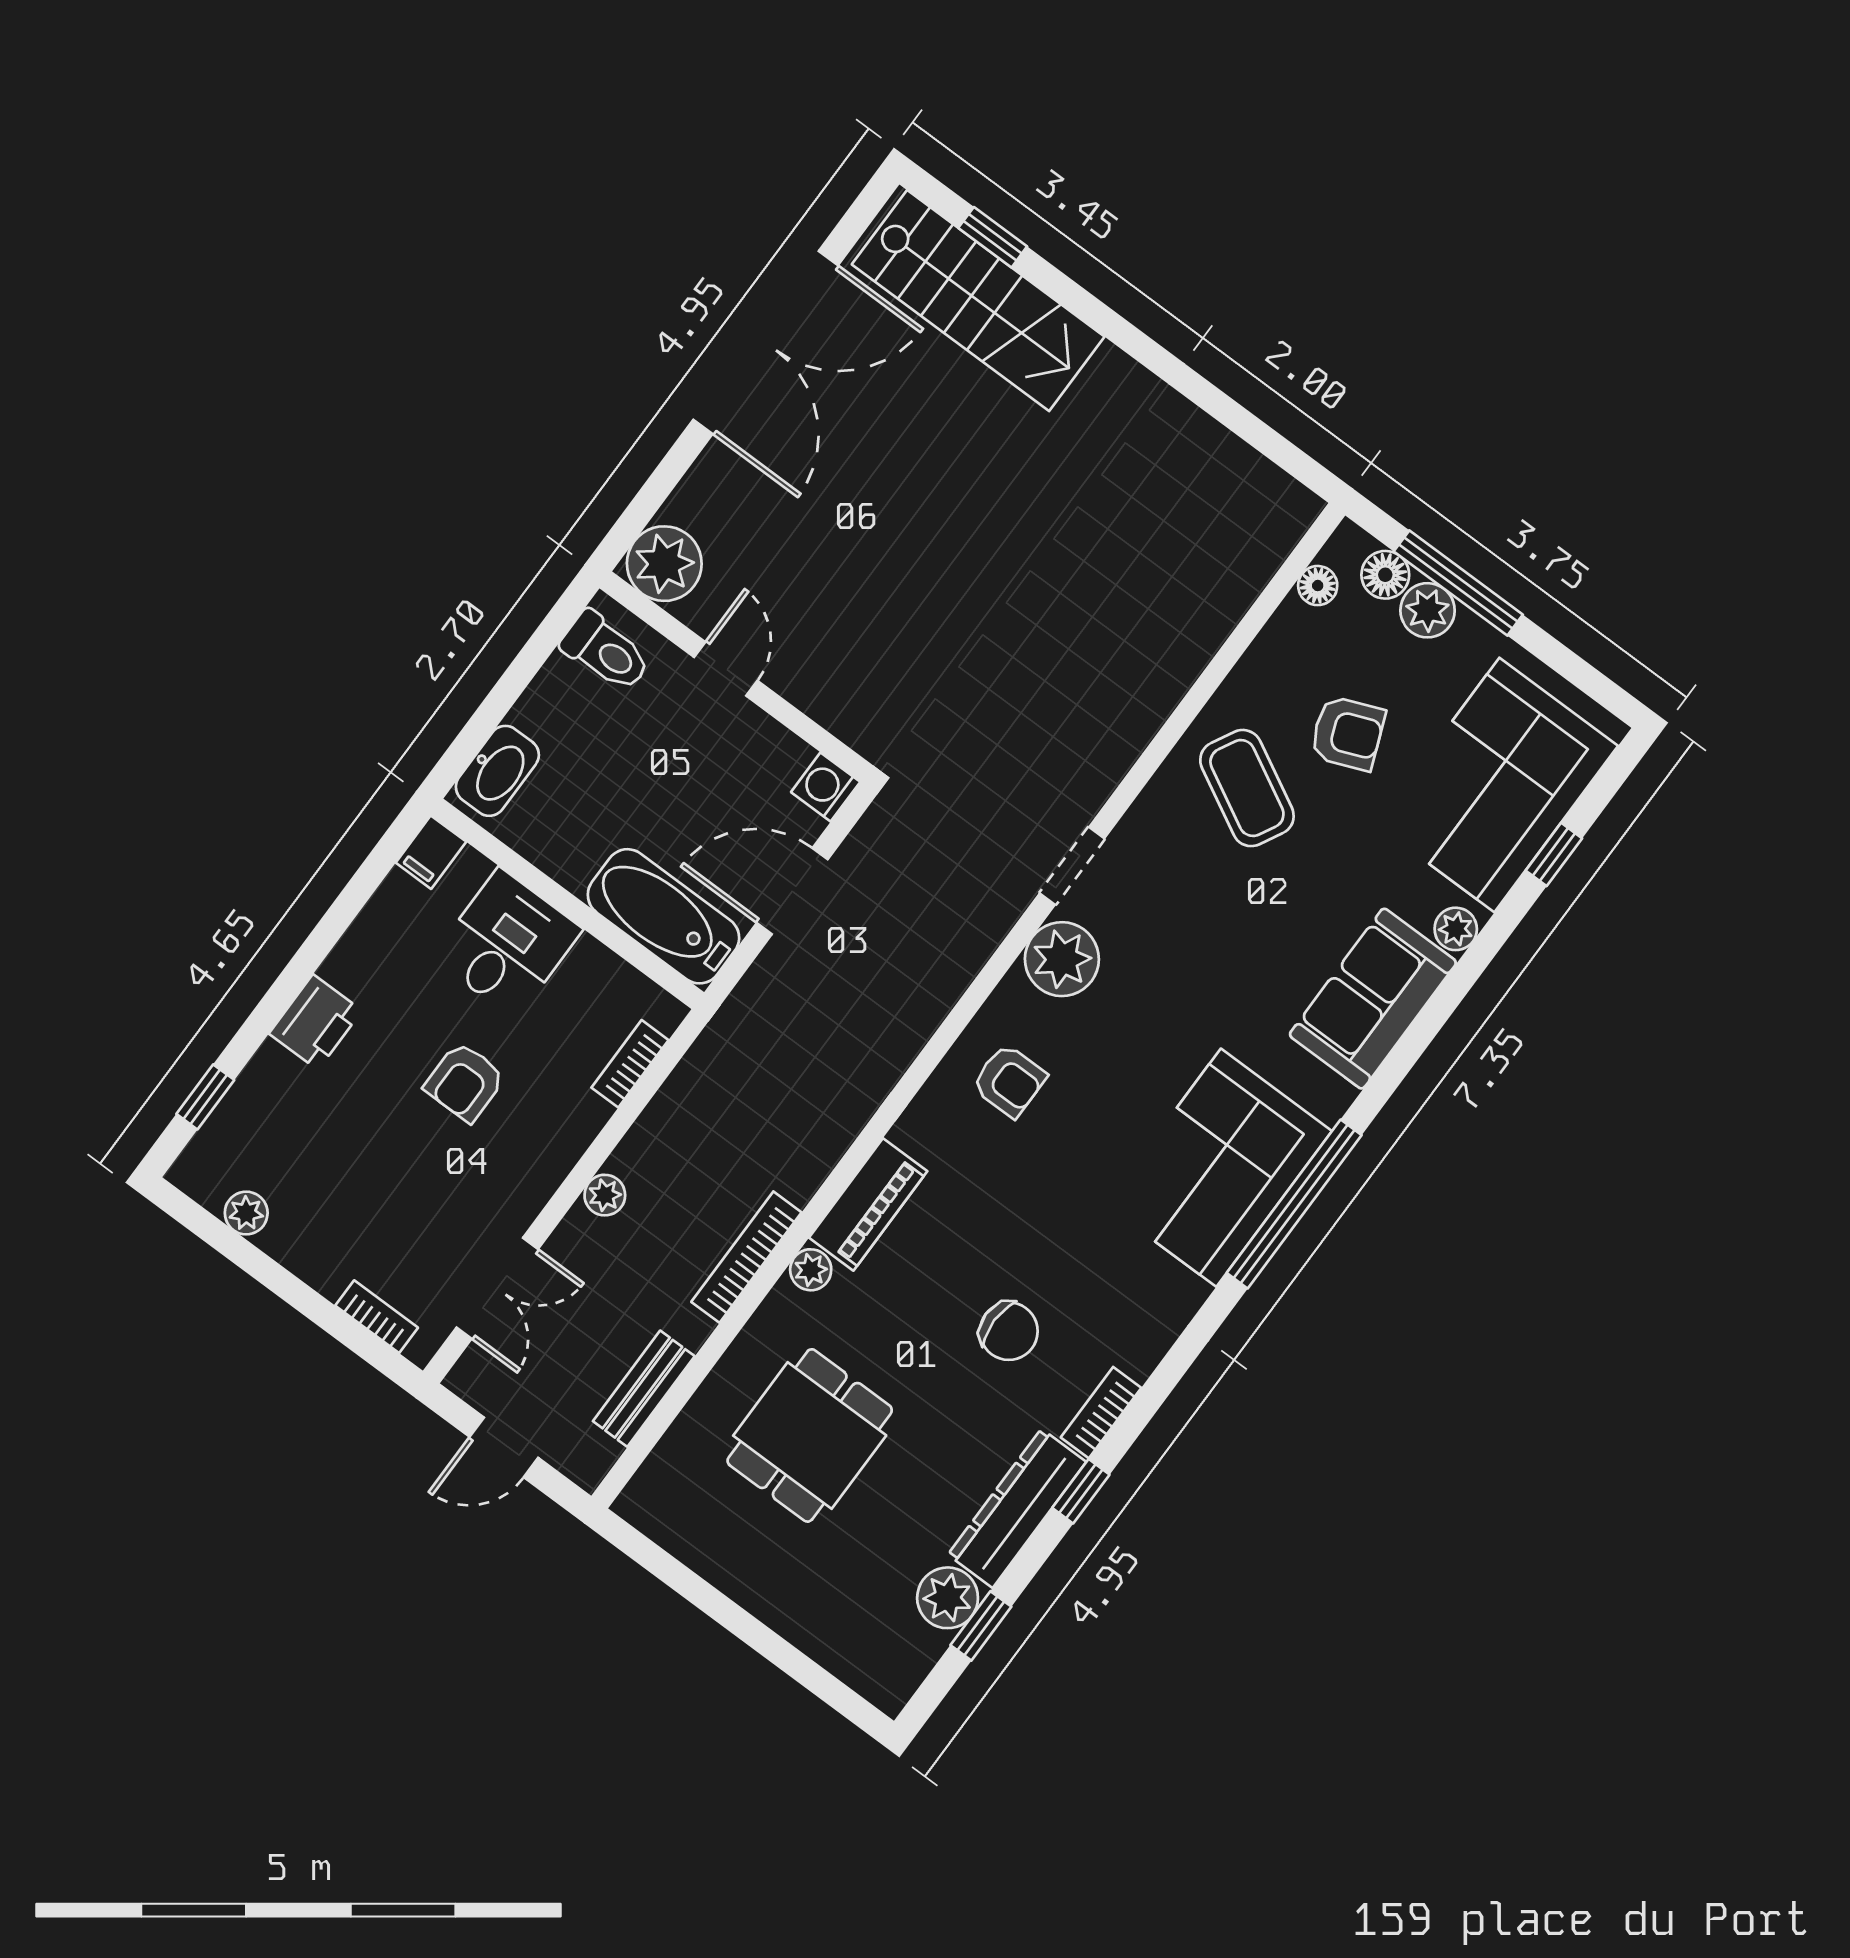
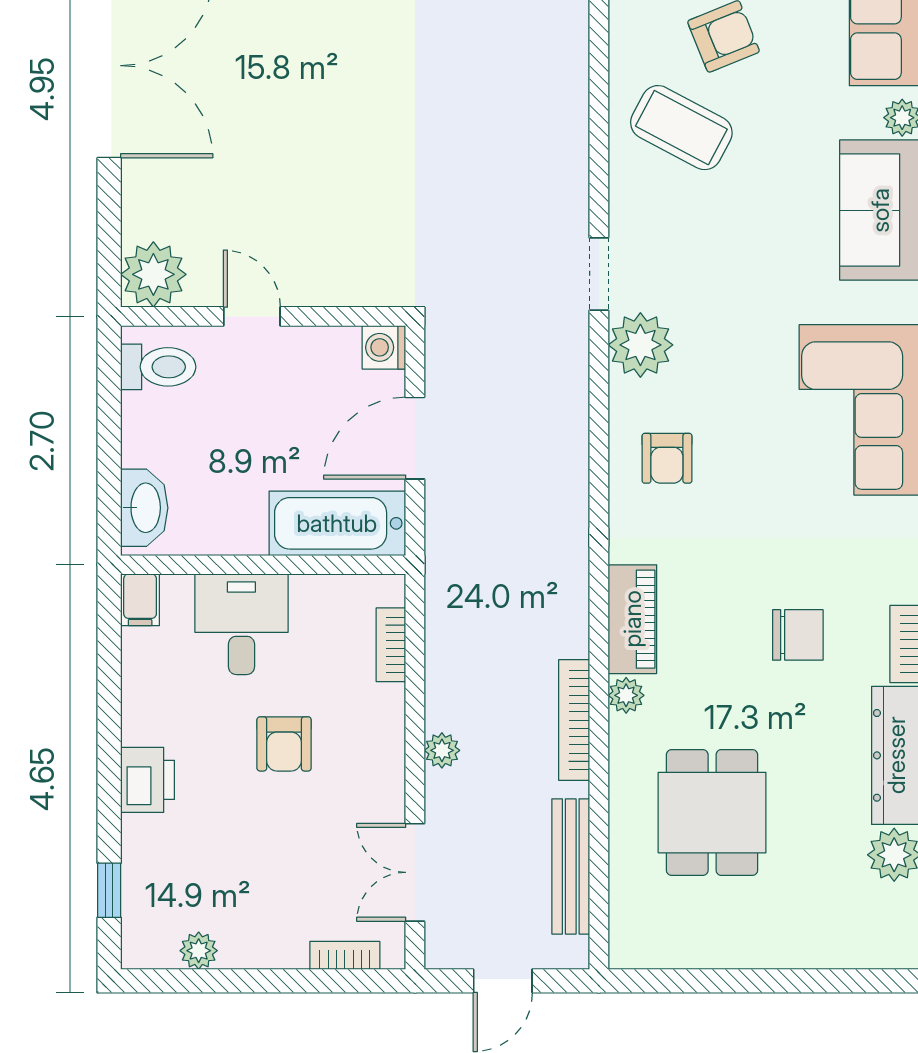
armchair: (1009, 1081) -> (667, 458), turned 90
double door: (497, 1288) -> (415, 872), swing flipped
bench: (644, 1389) -> (571, 866), width x1.36

